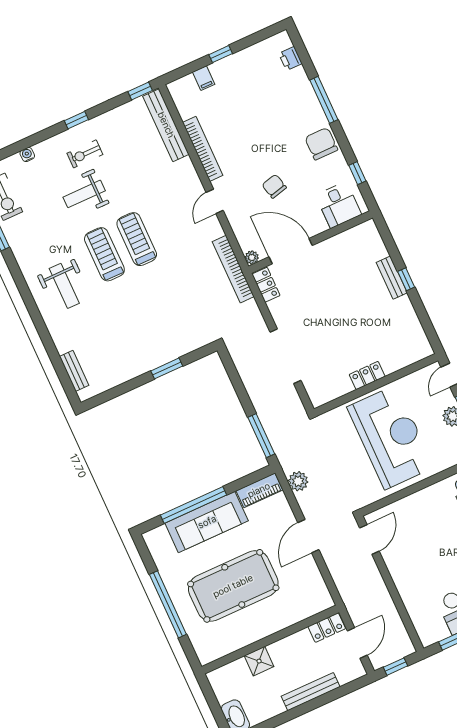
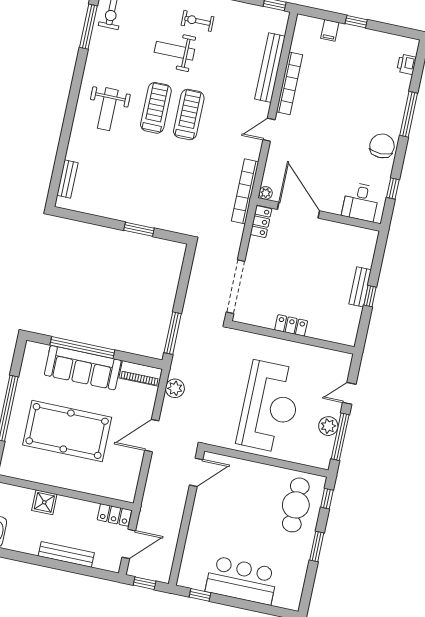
bench: (166, 125) -> (270, 68), moved
chair: (274, 186) -> (322, 152), removed
locker: (367, 375) -> (291, 325), moved
wall: (376, 385) -> (293, 337), moved

